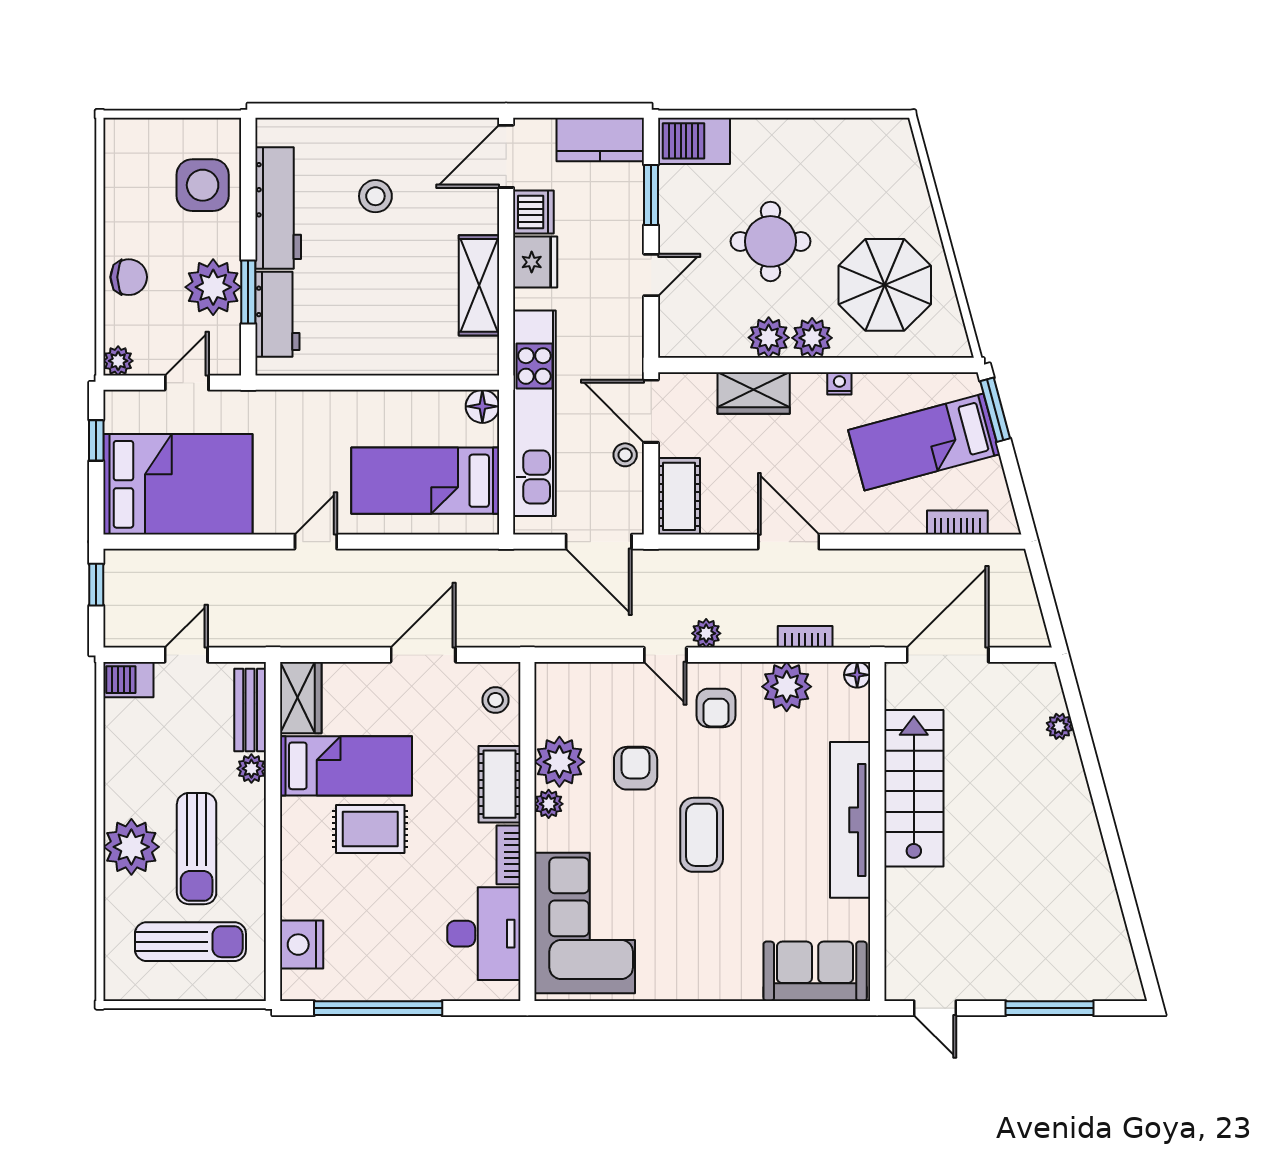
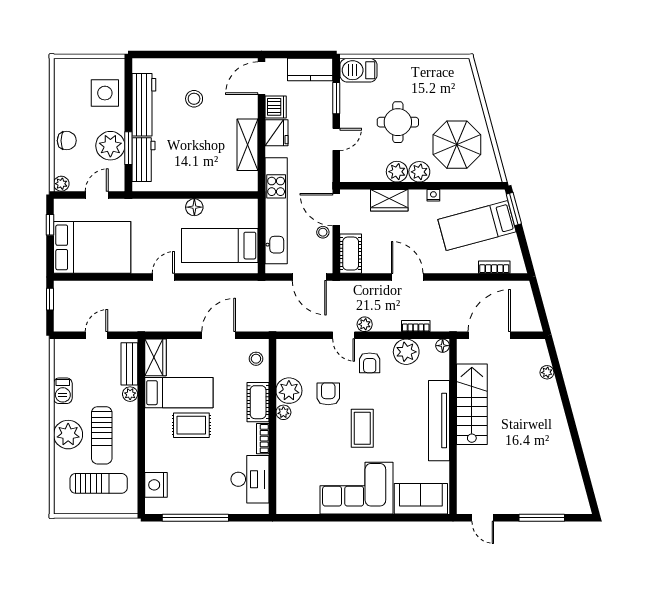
floor lamp: (482, 406) -> (194, 207), moved
barbecue: (128, 680) -> (63, 391), moved, turned -90
corner sofa: (585, 923) -> (357, 488), moved, turned -90

